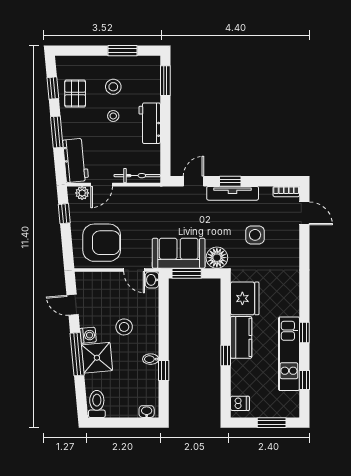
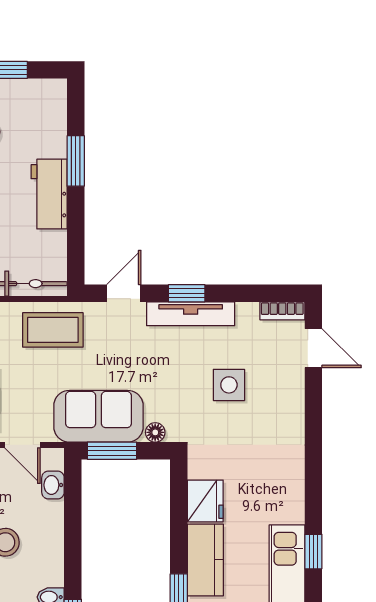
window: (165, 81) -> (76, 161), moved
coffee table: (152, 203) -> (53, 330), added
floor lamp: (217, 258) -> (155, 432), width x0.53, depth x0.53
washbasin: (152, 280) -> (53, 485), moved
fridge: (245, 298) -> (205, 501), width x0.73, depth x0.75

